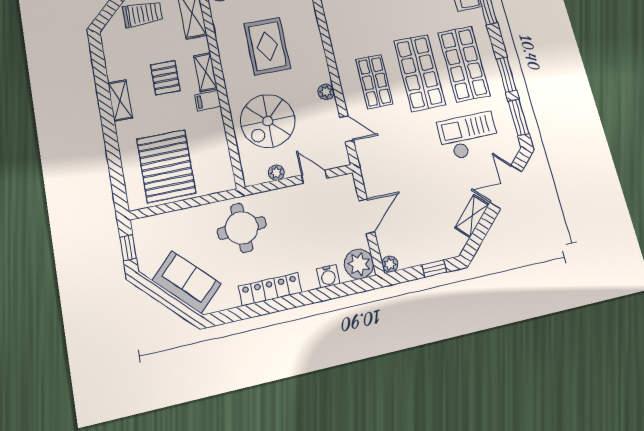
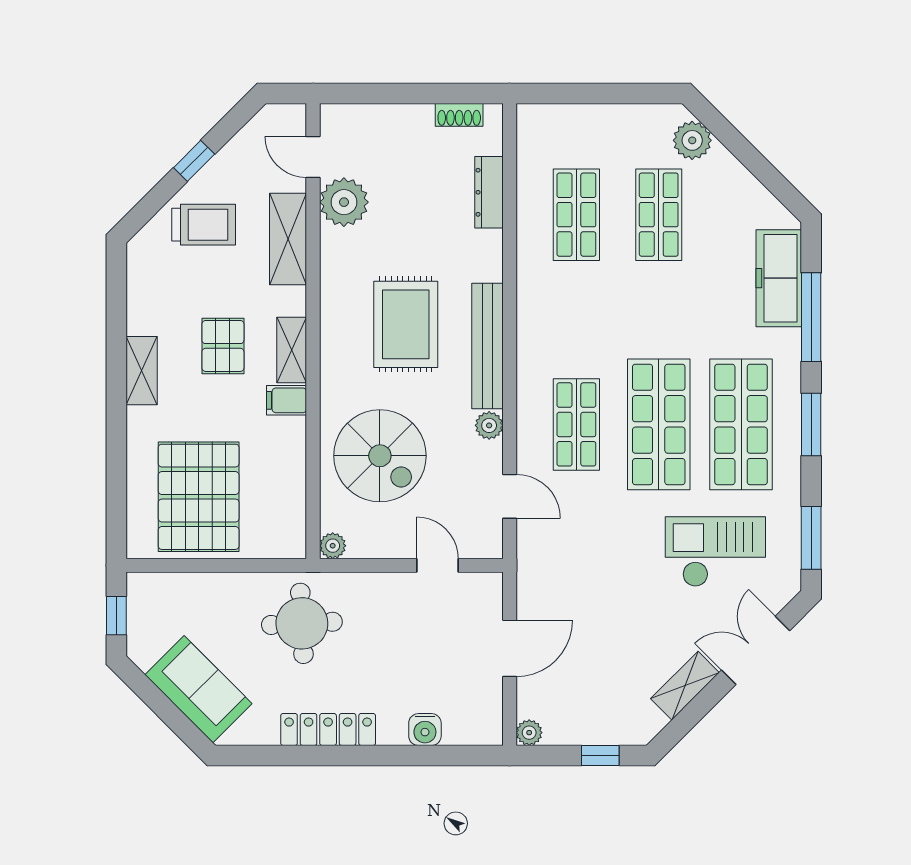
bench: (315, 49) -> (487, 346), added
window: (506, 75) -> (811, 425), moved
spiral stairs: (268, 121) -> (380, 456), turned -90
plant: (276, 173) -> (333, 546), moved
plant: (359, 264) -> (479, 722), removed

